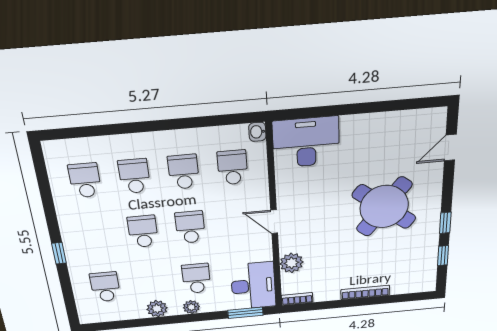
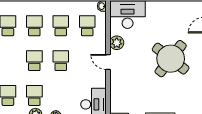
plant: (291, 263) -> (117, 43), moved
school desk: (196, 278) -> (34, 95), moved

